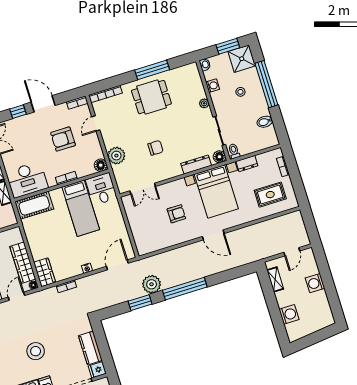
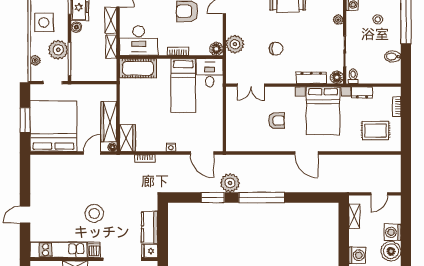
door: (117, 265) -> (202, 153), swing flipped
boiler: (319, 301) -> (391, 251), added

